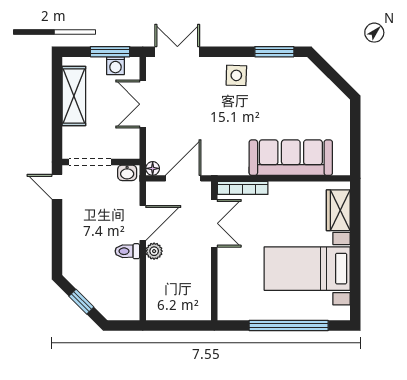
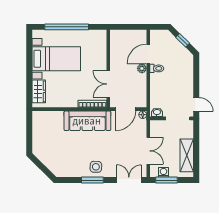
double door: (177, 52) -> (129, 180), swing flipped
window: (274, 52) -> (92, 180), moved
sofa: (291, 158) -> (87, 121), moved
door: (143, 223) -> (148, 54), moved

